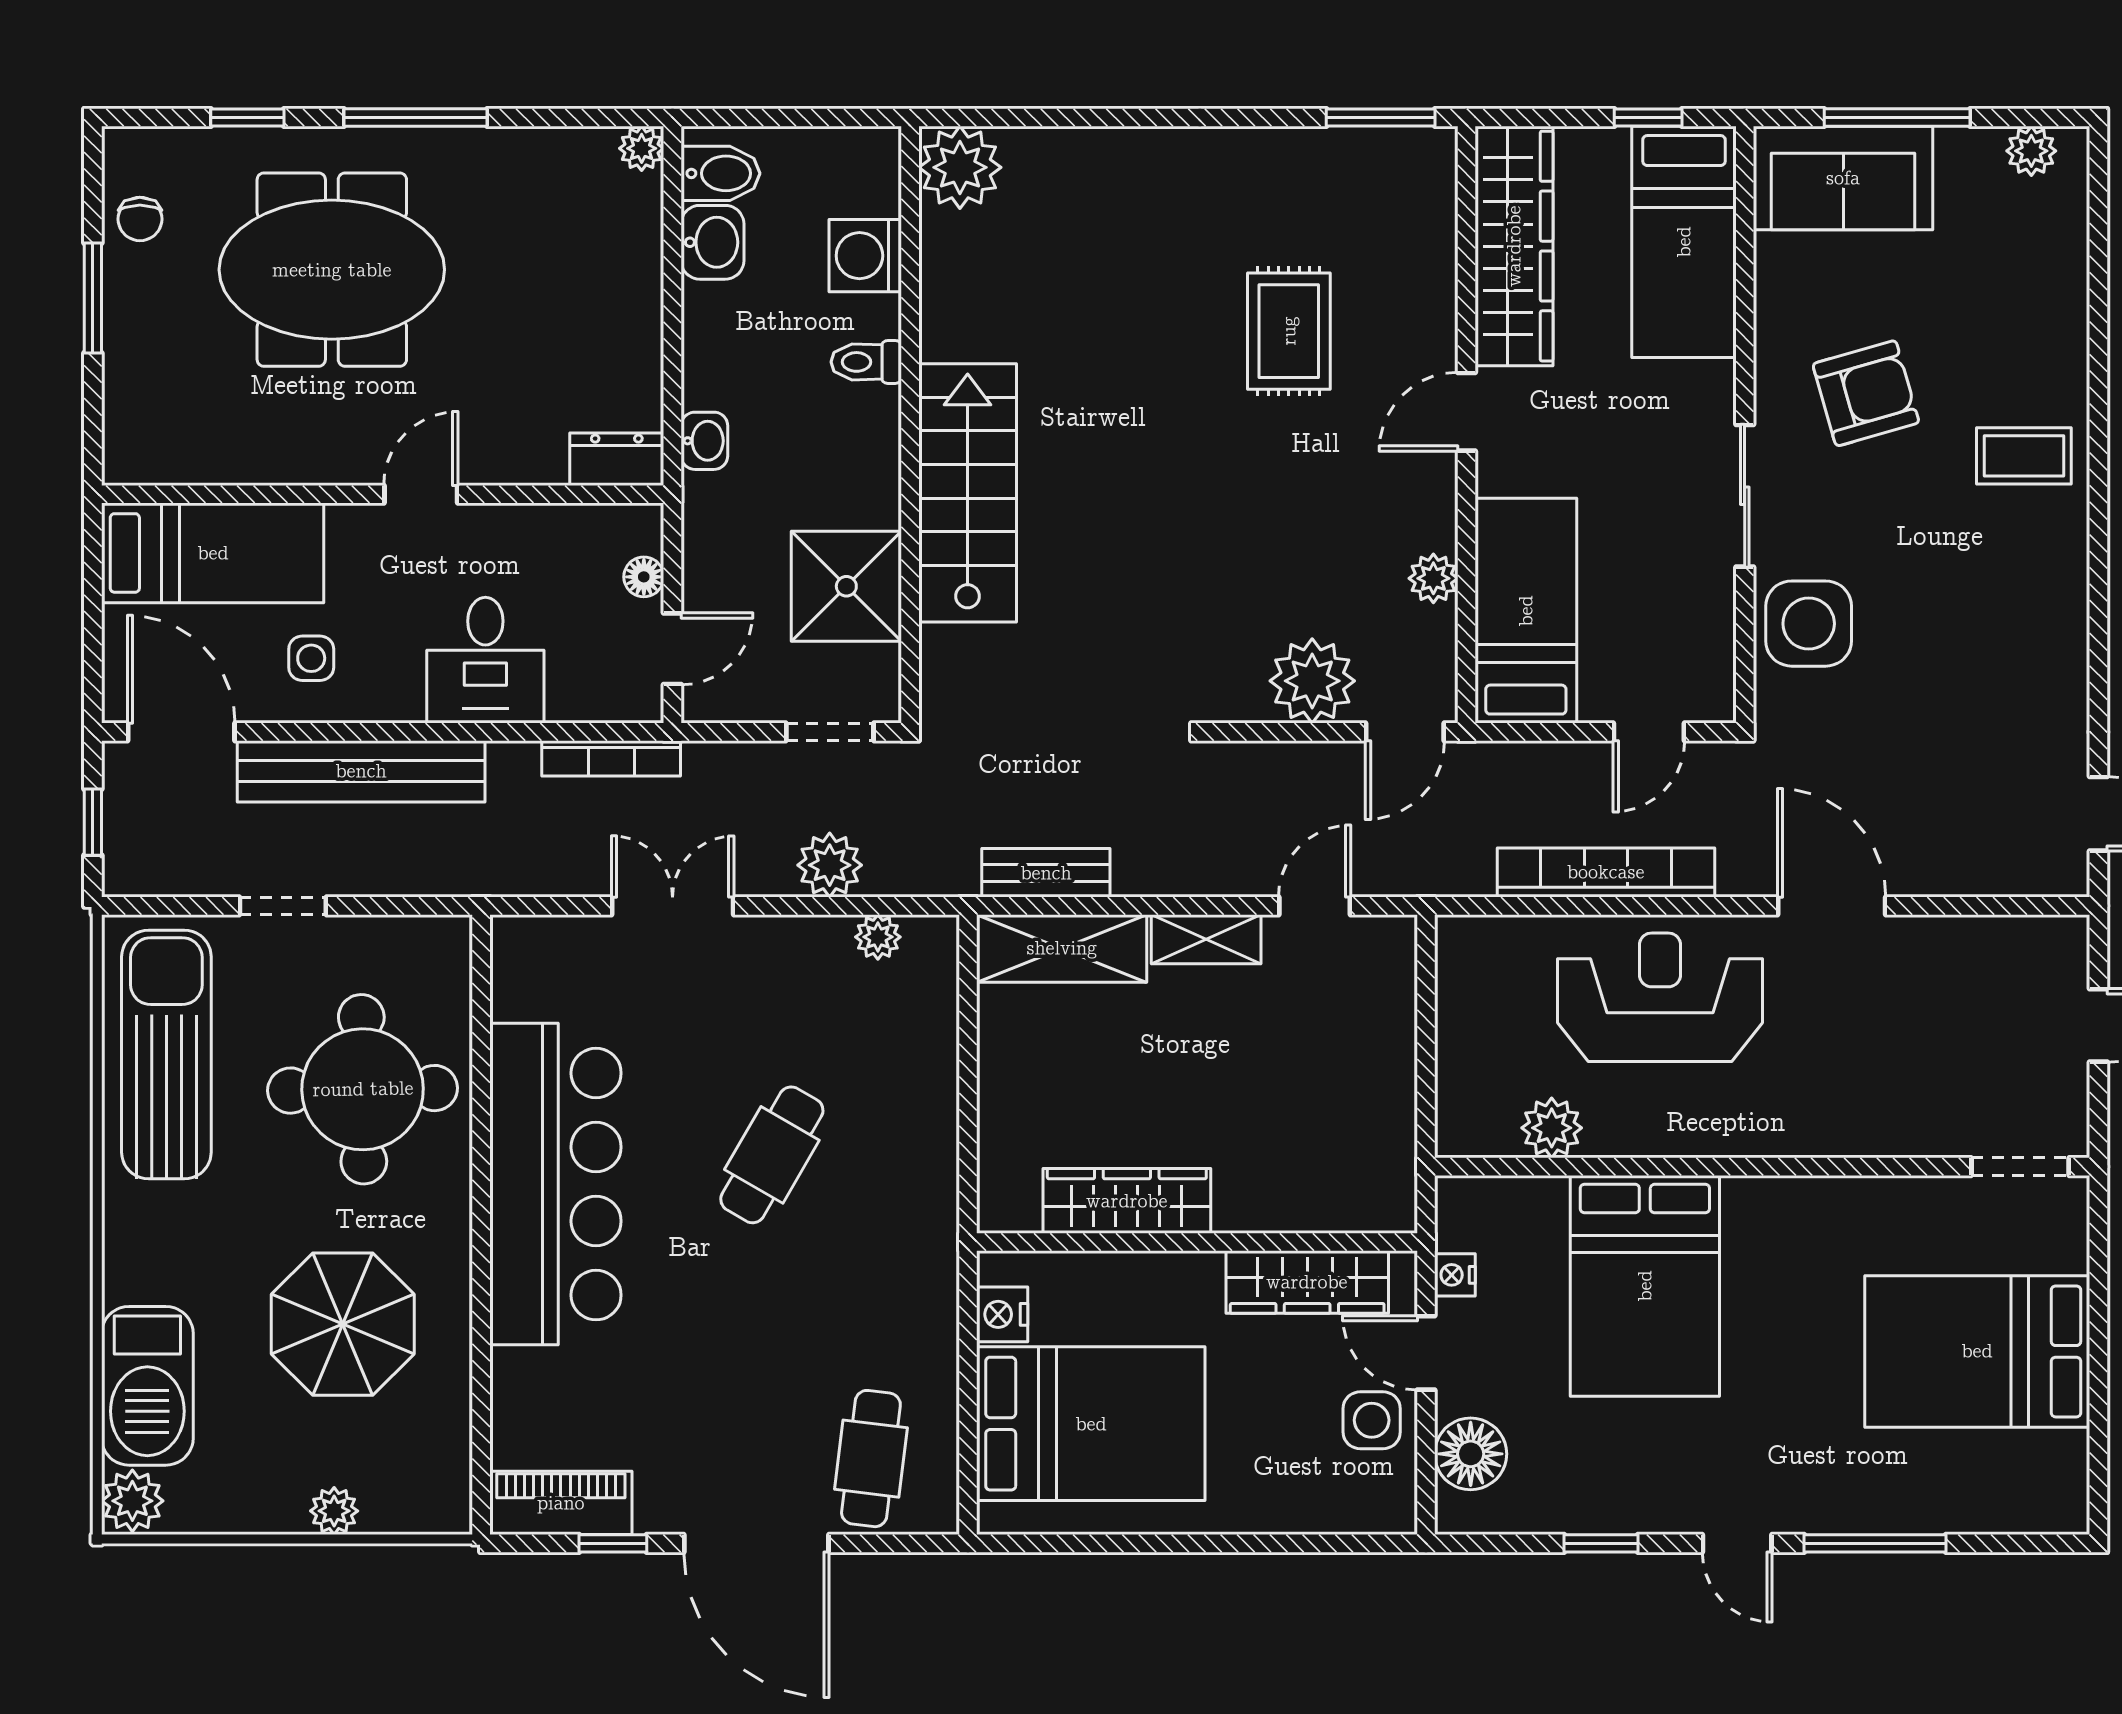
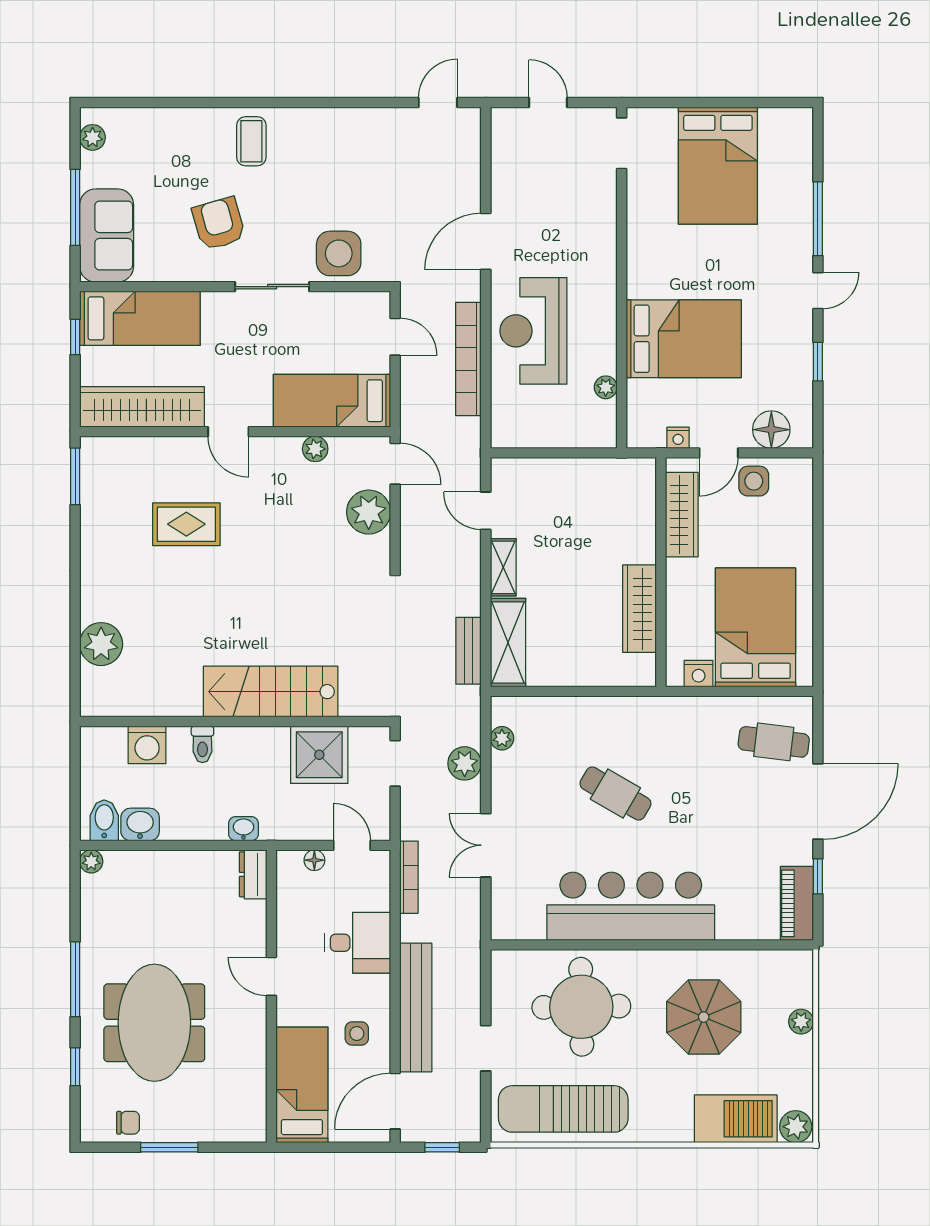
plant: (960, 167) -> (101, 644), moved
plant: (1552, 1128) -> (606, 387), width x0.73, depth x0.73

